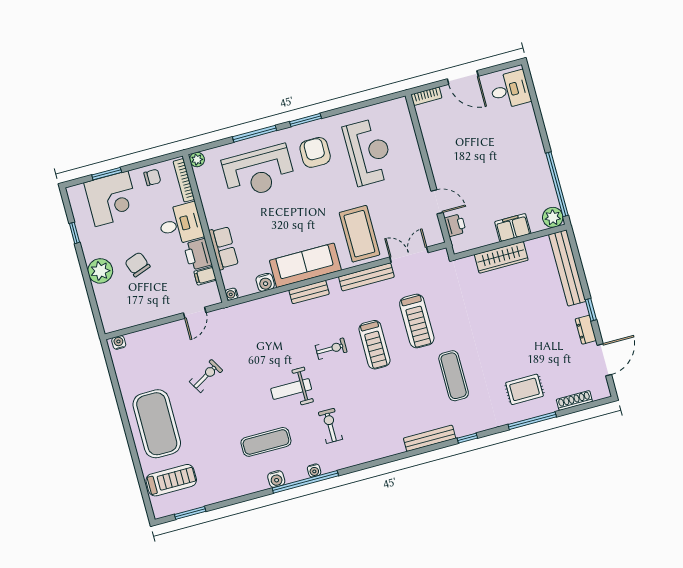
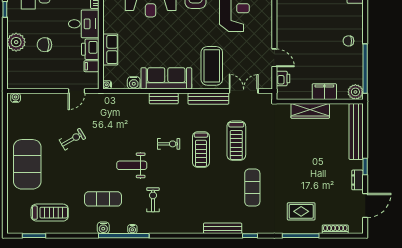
chair: (526, 154) -> (348, 41), added
chair: (137, 264) -> (44, 45), turned -70
treadmill: (171, 480) -> (50, 213), moved

